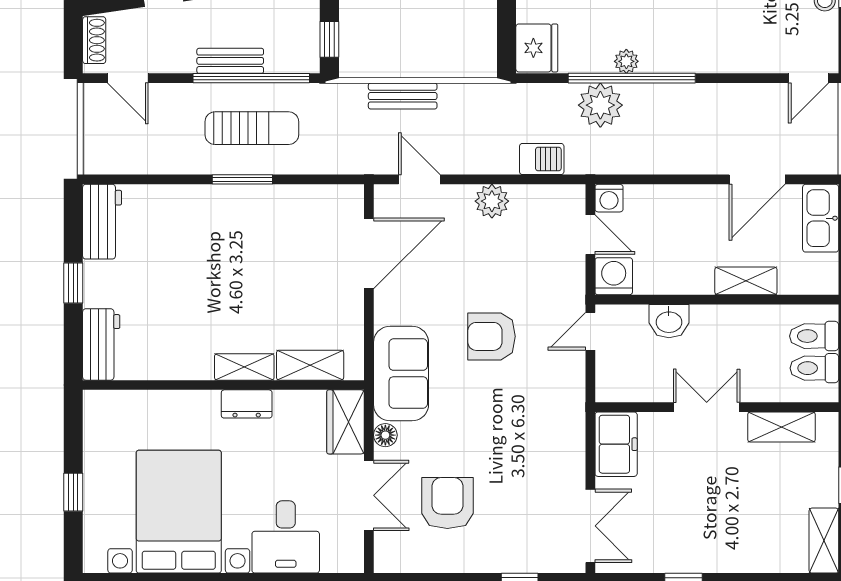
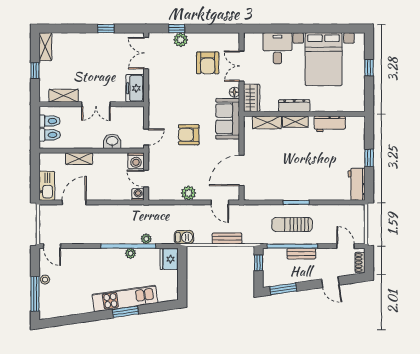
door: (808, 78) -> (52, 246), swing flipped
plant: (600, 105) -> (146, 239), width x0.53, depth x0.53
barbecue: (542, 159) -> (184, 237), moved, turned 180
armchair: (491, 336) -> (189, 135), turned 180
workbench: (101, 344) -> (330, 124), moved, turned -90
dresser: (247, 404) -> (294, 106), width x1.44
plant: (510, 557) -> (181, 40), added

